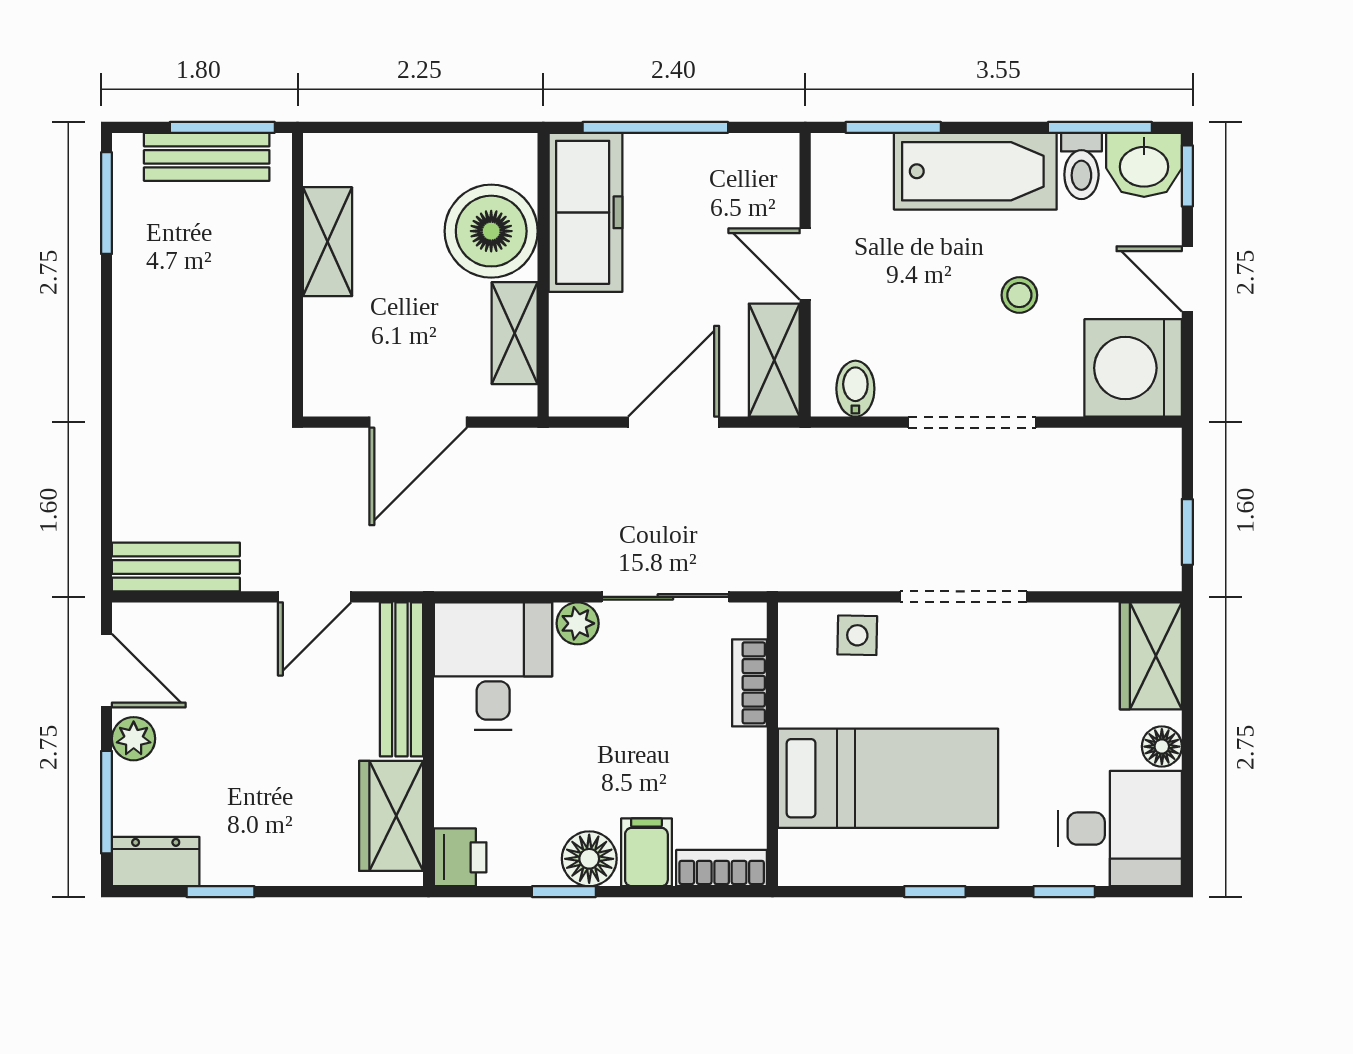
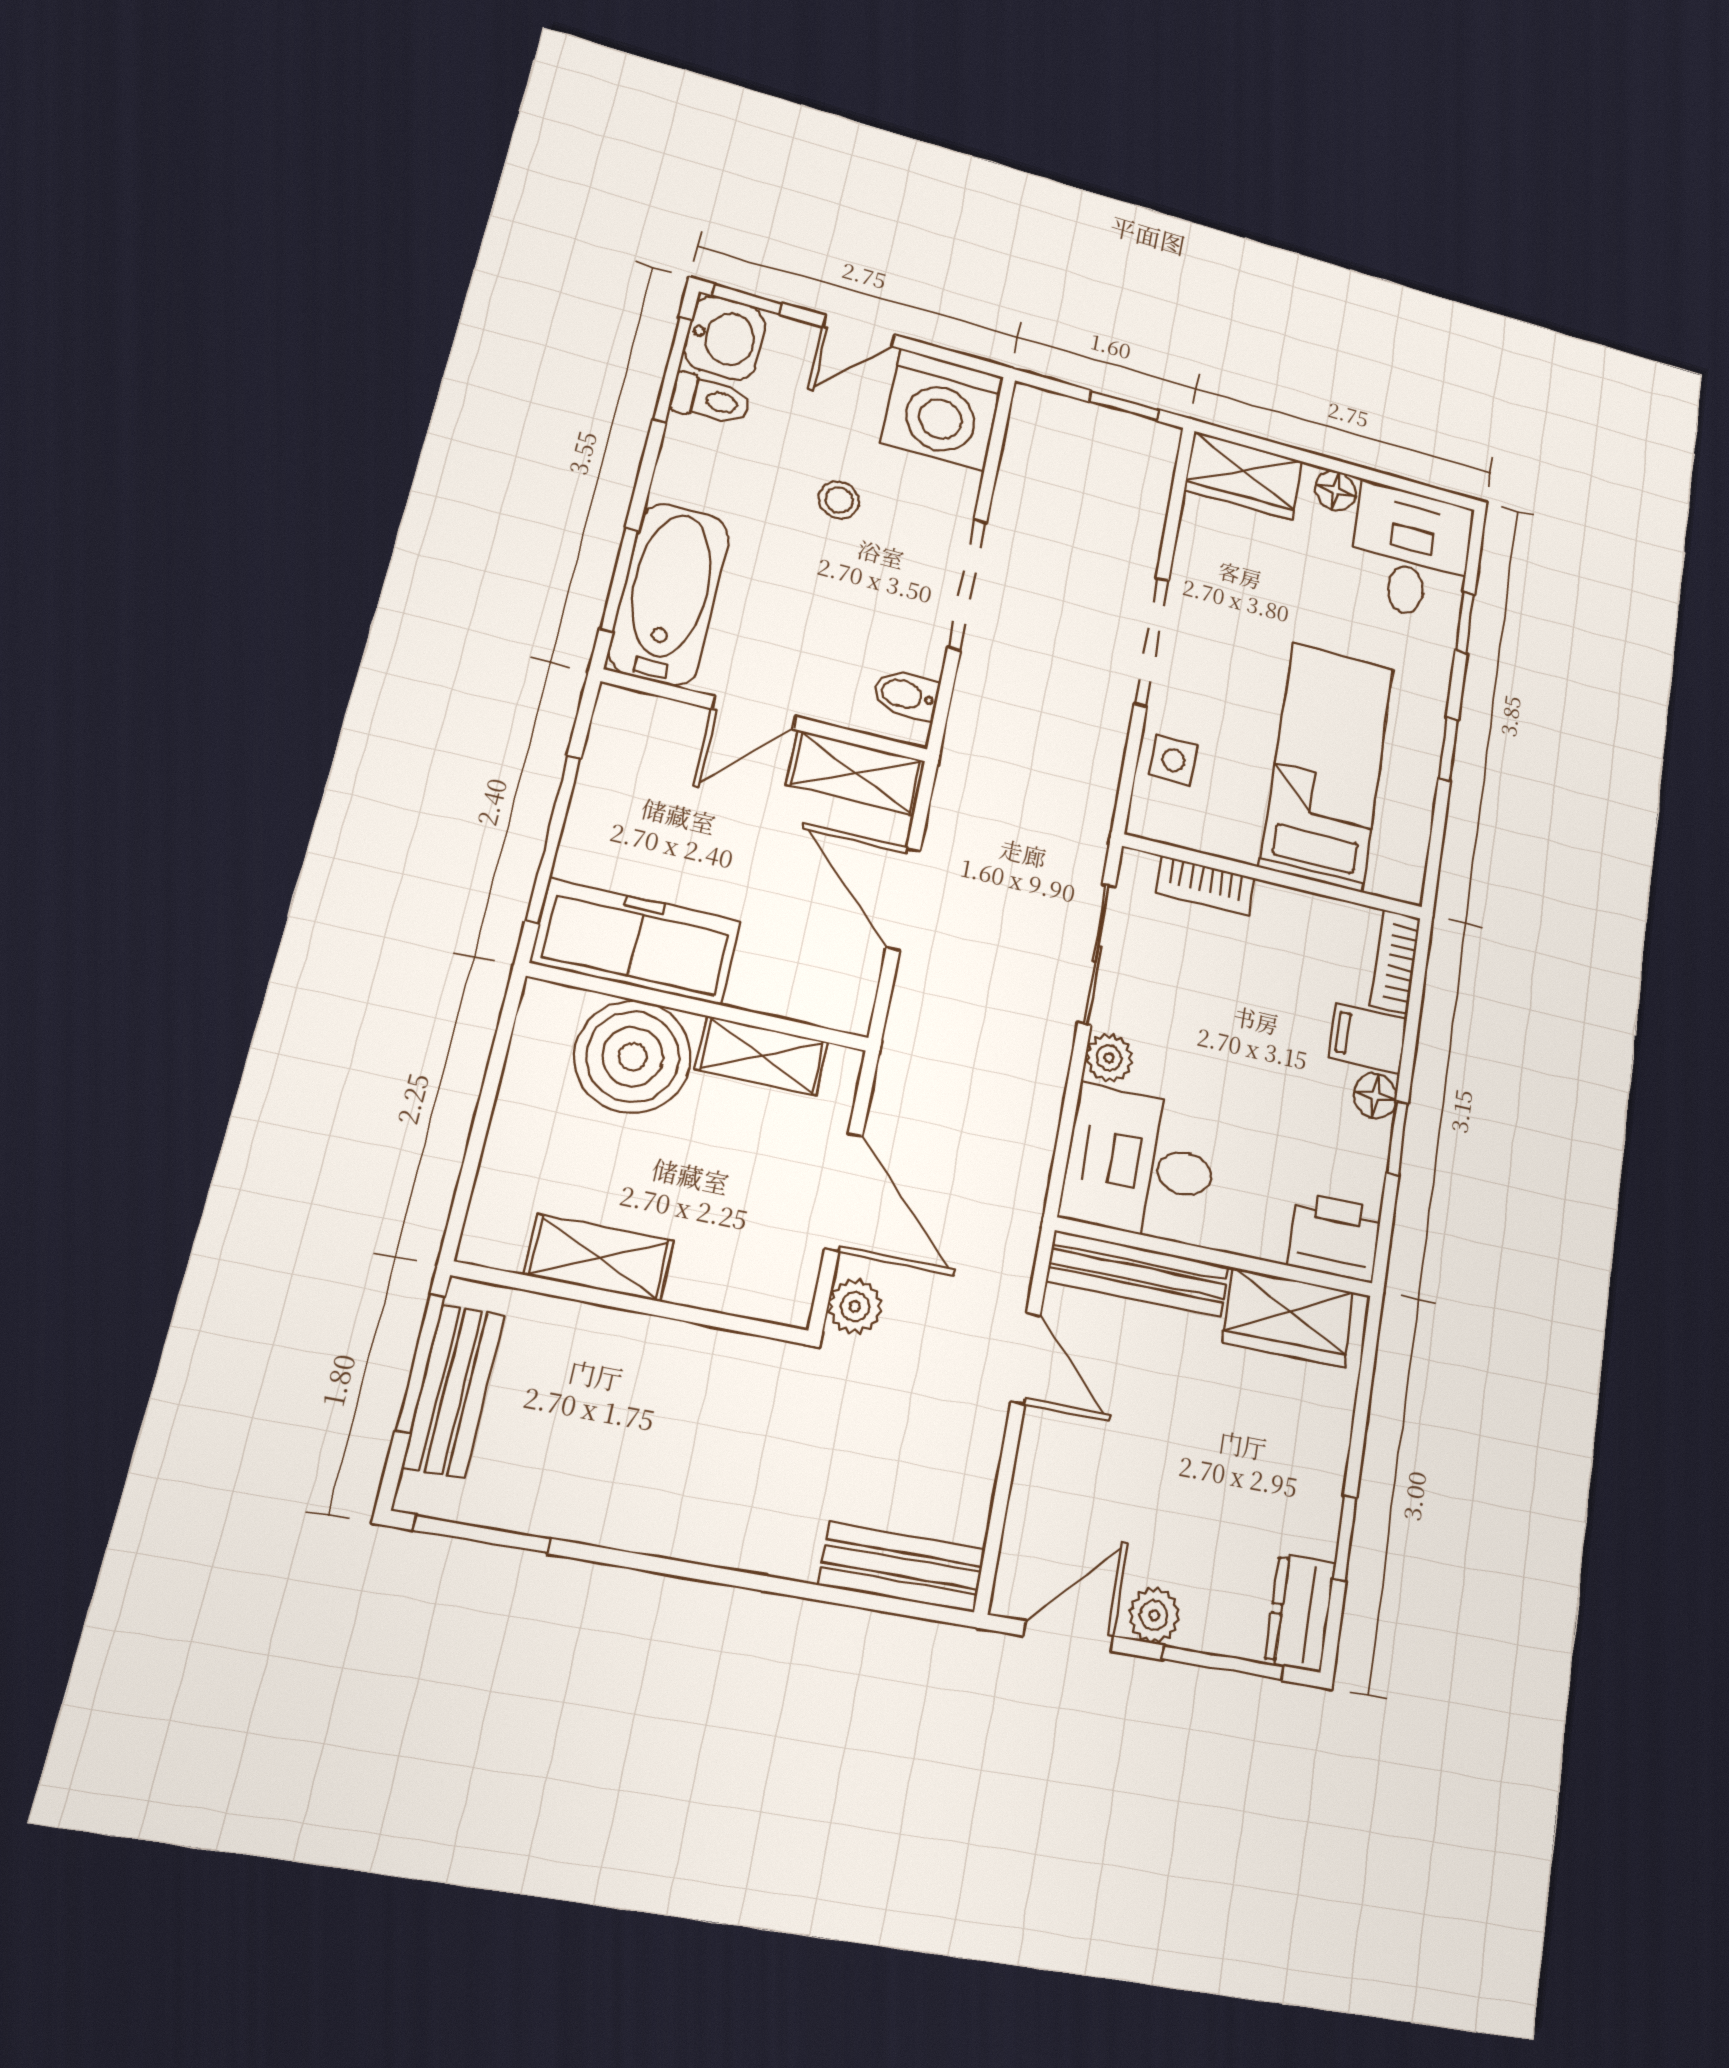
bathtub: (975, 171) -> (669, 594), moved
plant: (329, 450) -> (855, 1307), added
bench: (176, 567) -> (902, 1567), moved, turned 90
printer: (460, 857) -> (1335, 1237), width x1.36, depth x1.24
floor lamp: (589, 859) -> (1375, 1096), width x0.73, depth x0.73

